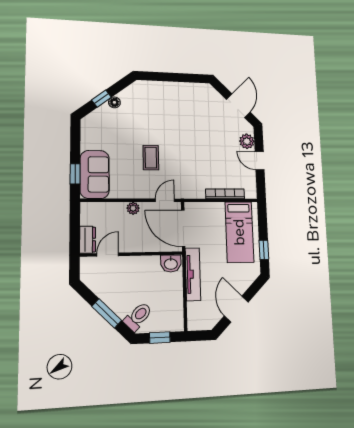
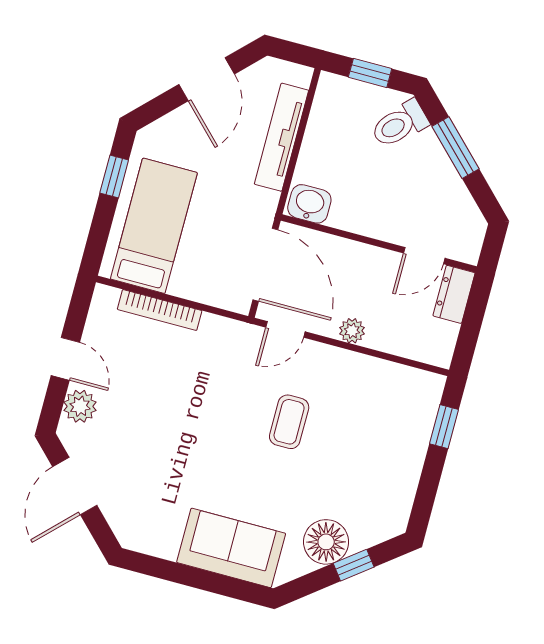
floor lamp: (114, 102) -> (326, 542), width x1.89, depth x1.89
sofa: (95, 174) -> (231, 548), moved, turned 90
tv unit: (193, 274) -> (282, 137), moved

